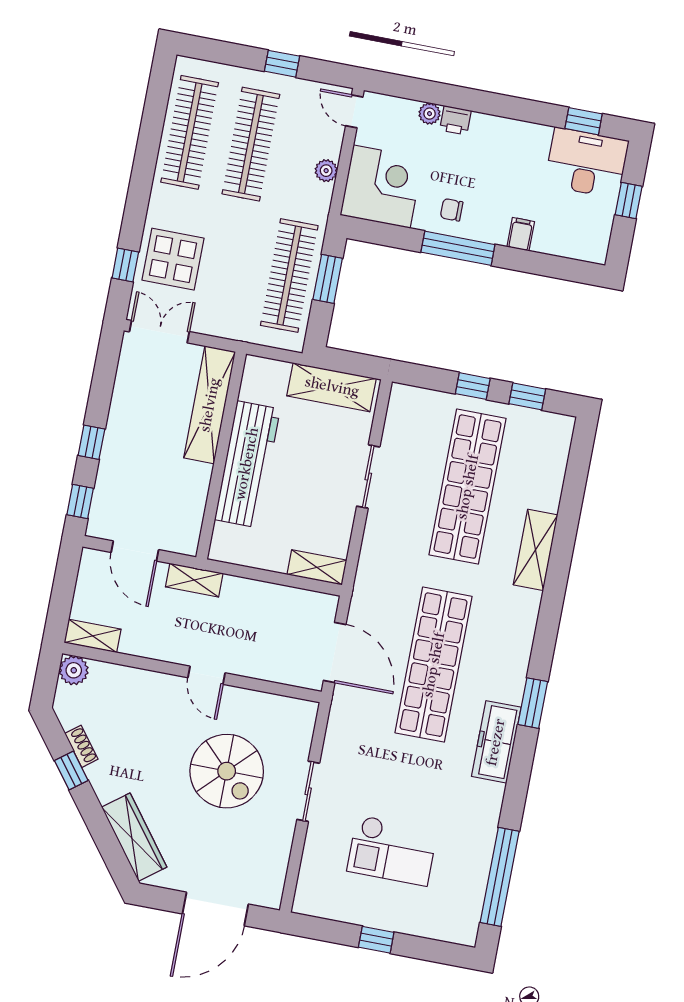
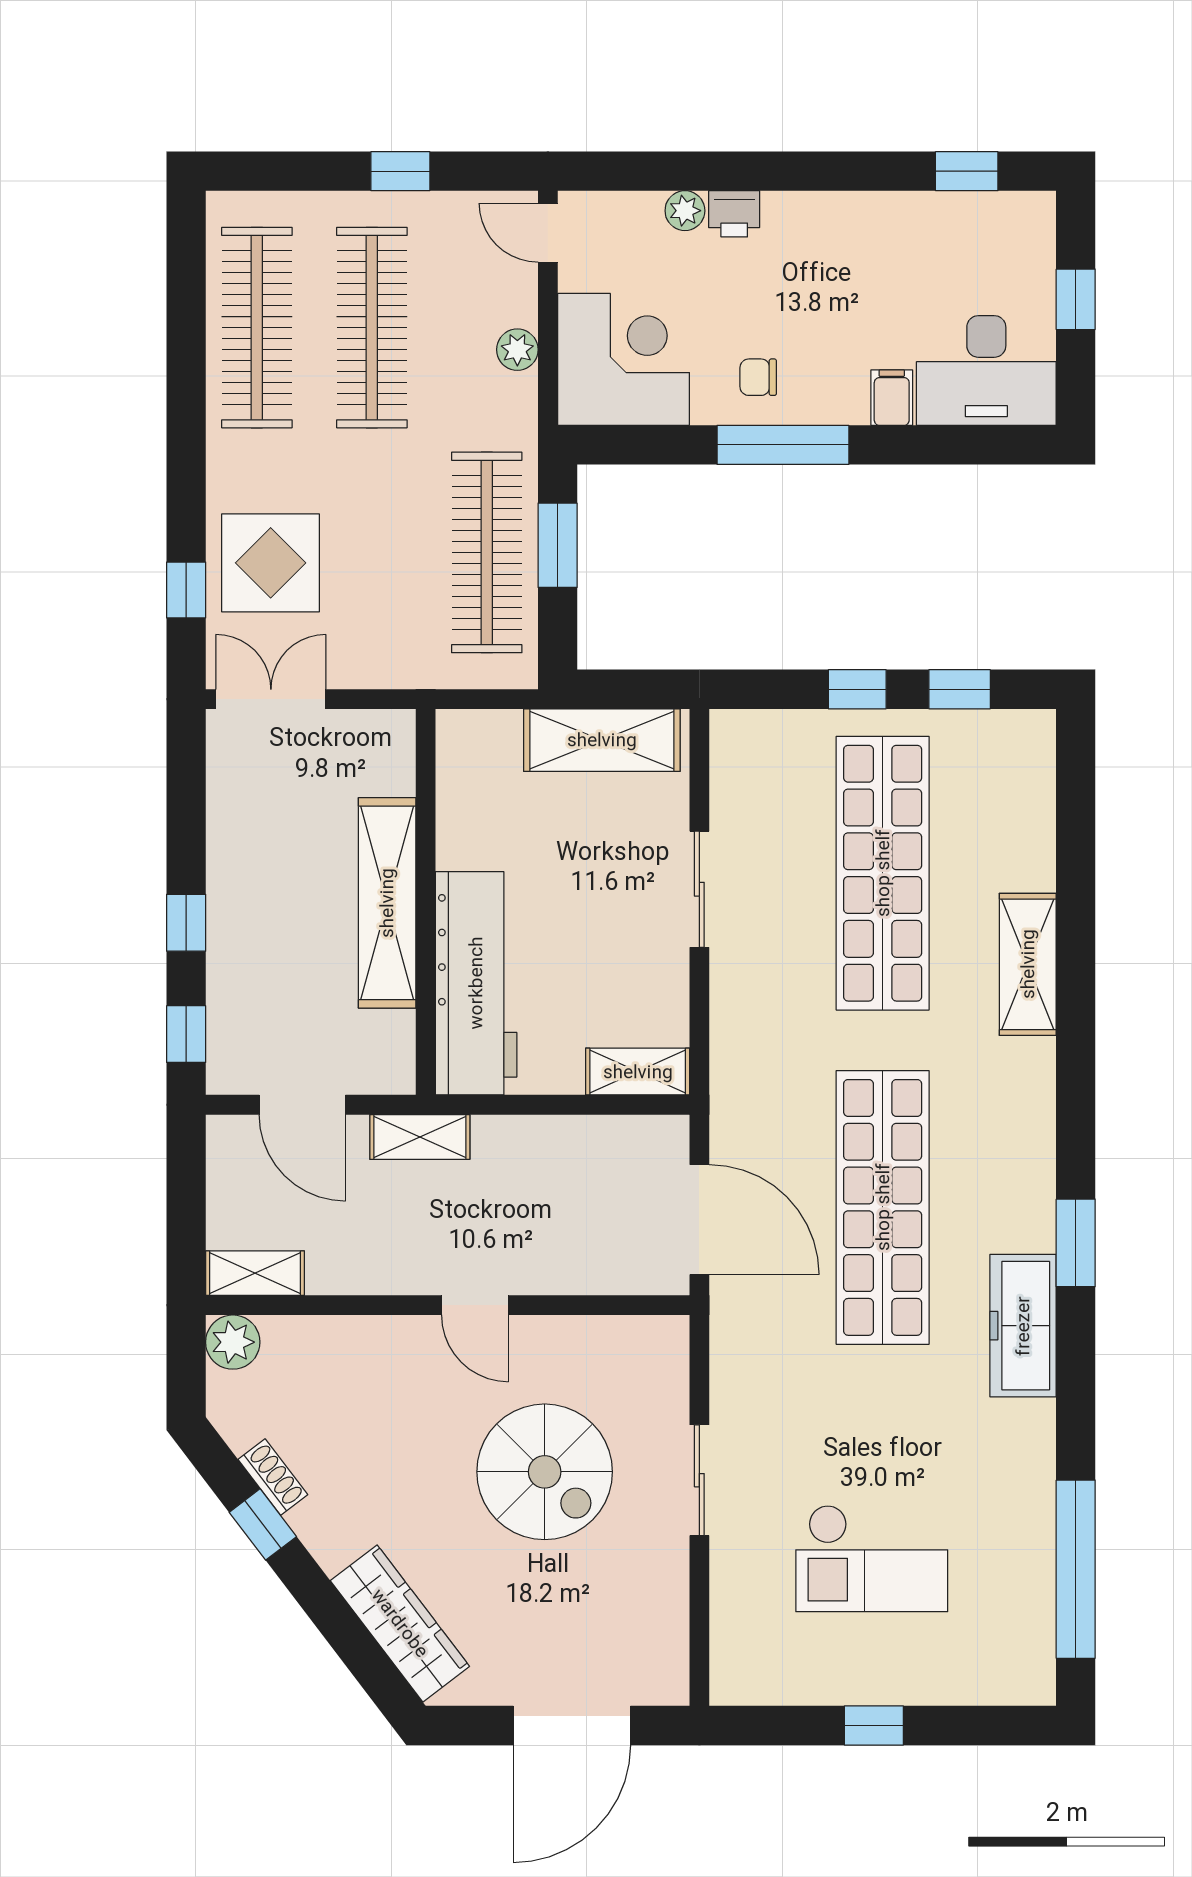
desk: (586, 163) -> (986, 370), moved, turned 180
shelving: (210, 405) -> (387, 903), moved
workbench: (247, 464) -> (476, 983), moved

